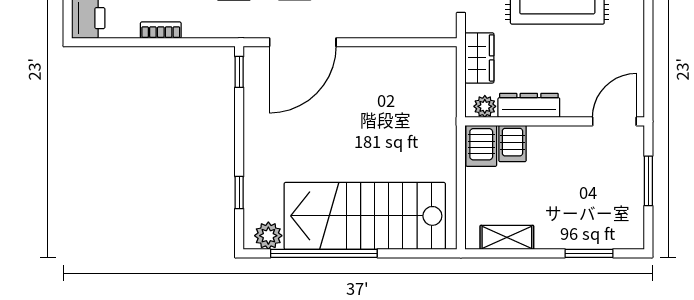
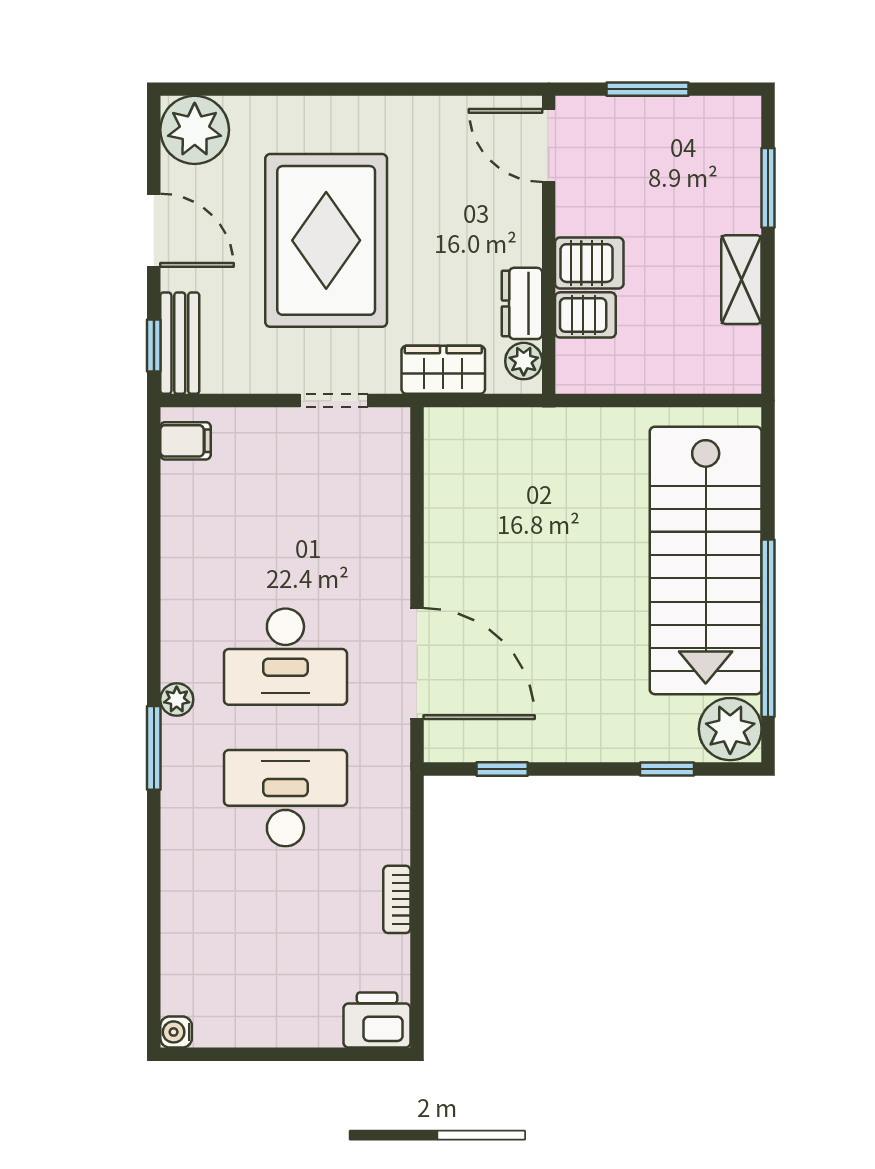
window: (239, 72) -> (502, 769), moved
dresser: (529, 105) -> (522, 303), width x0.70
server rack: (481, 146) -> (589, 263), moved
plant: (268, 236) -> (730, 729), width x1.36, depth x1.36
shelving: (507, 237) -> (741, 280), moved

